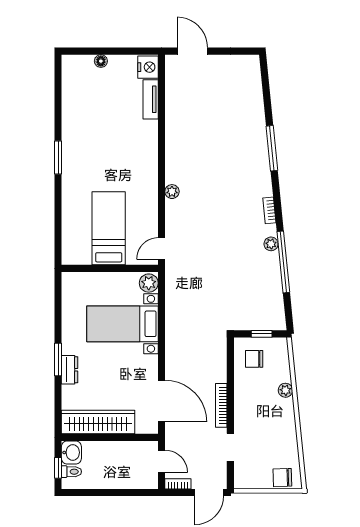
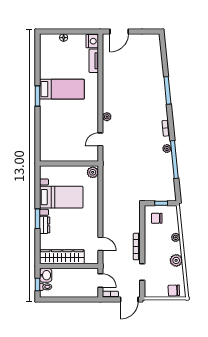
door: (192, 51) -> (119, 32), swing flipped
bed: (109, 228) -> (62, 89), moved, turned 90
door: (161, 248) -> (100, 139), moved
bed with nightstands: (122, 324) -> (61, 197), moved, turned 180
door: (161, 401) -> (100, 244), width x0.53
plant: (286, 428) -> (176, 260), added

